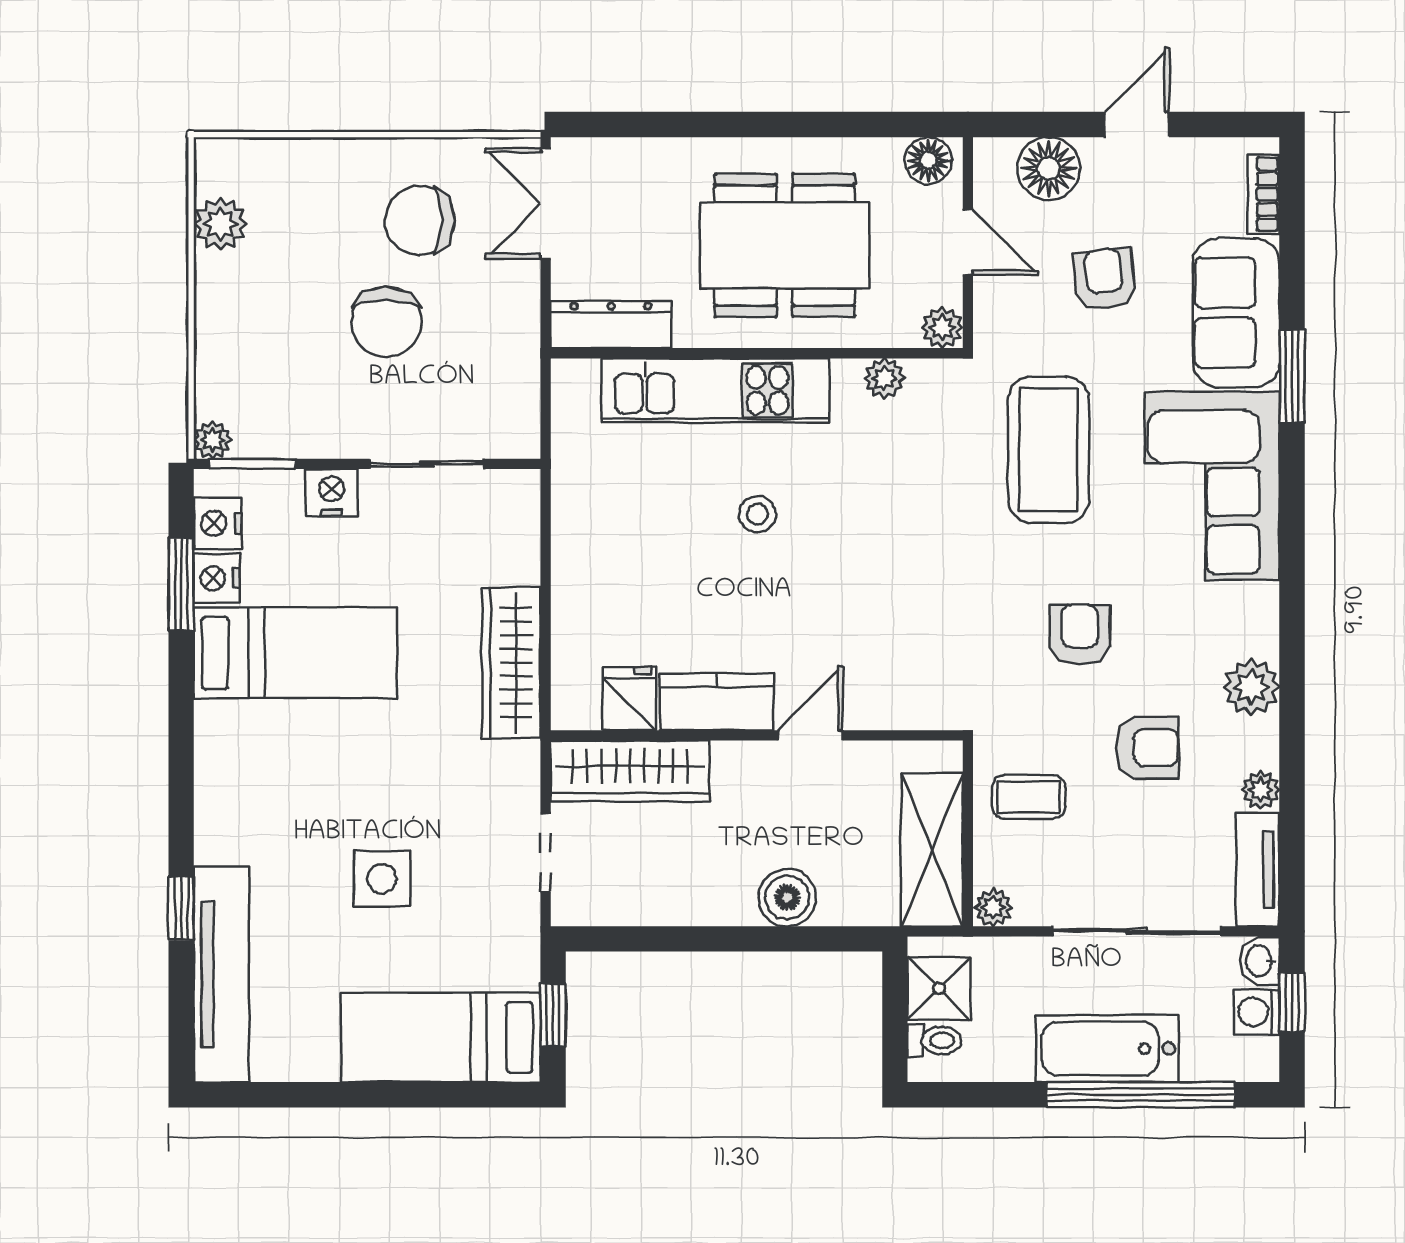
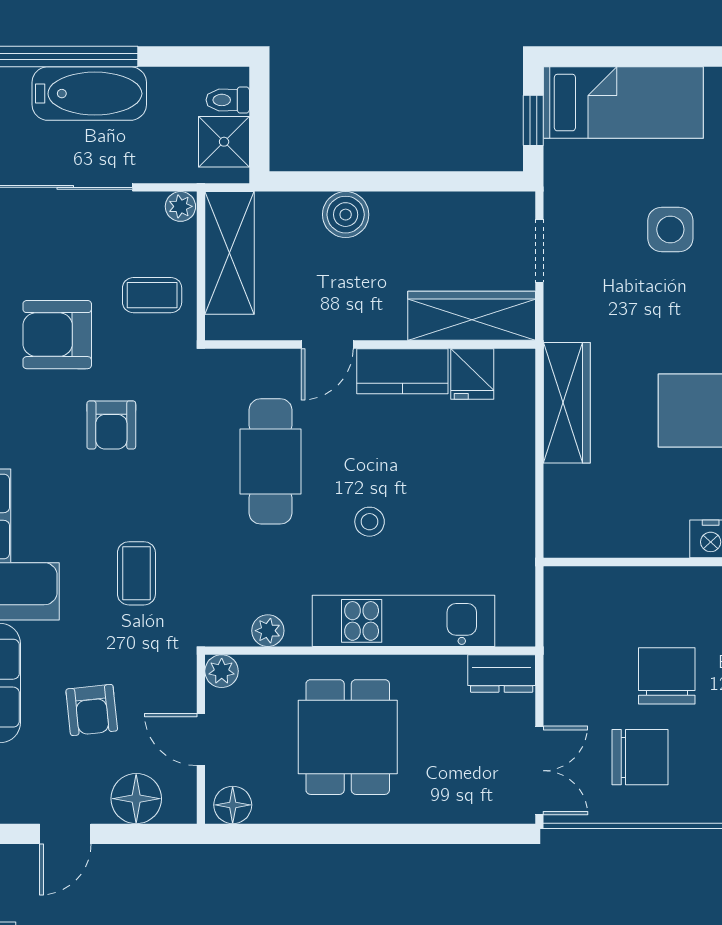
dining table: (785, 245) -> (348, 737), width x0.73
dresser: (611, 325) -> (502, 674), width x0.70
coffee table: (1048, 450) -> (136, 573), width x0.54, depth x0.58
sliding door: (427, 464) -> (635, 562), removed
cafe table: (881, 589) -> (271, 461), added
armchair: (1147, 748) -> (57, 335), width x1.38, depth x1.38

